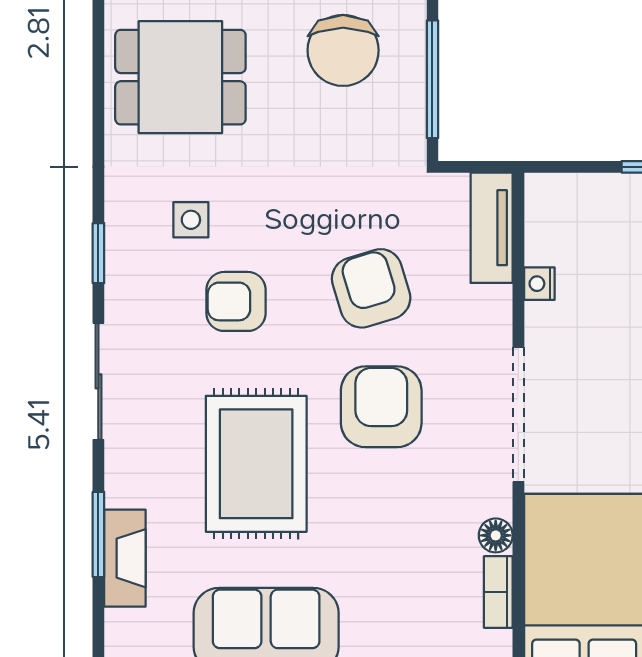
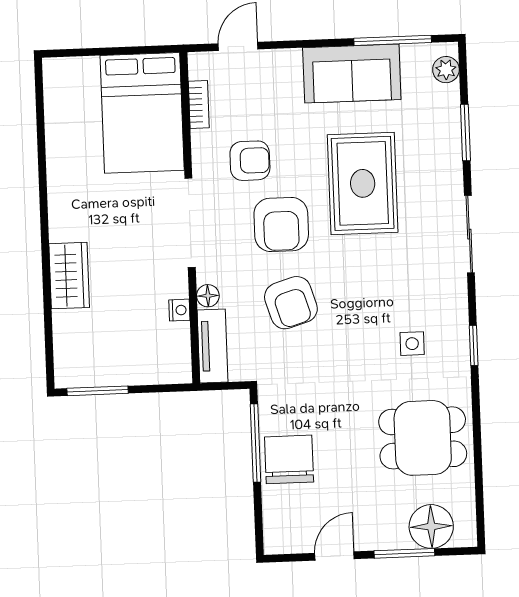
chair: (343, 50) -> (289, 459), moved
window: (98, 253) -> (474, 345), moved
armchair: (236, 301) -> (250, 161), moved
floor lamp: (496, 535) -> (208, 296), moved
fireplace: (125, 558) -> (447, 118), removed
plant: (124, 630) -> (446, 70), added

